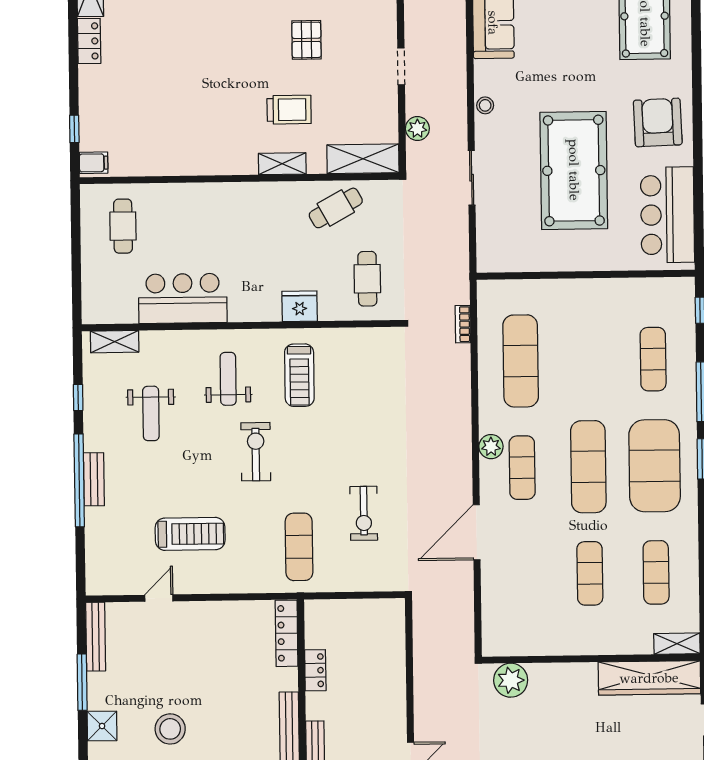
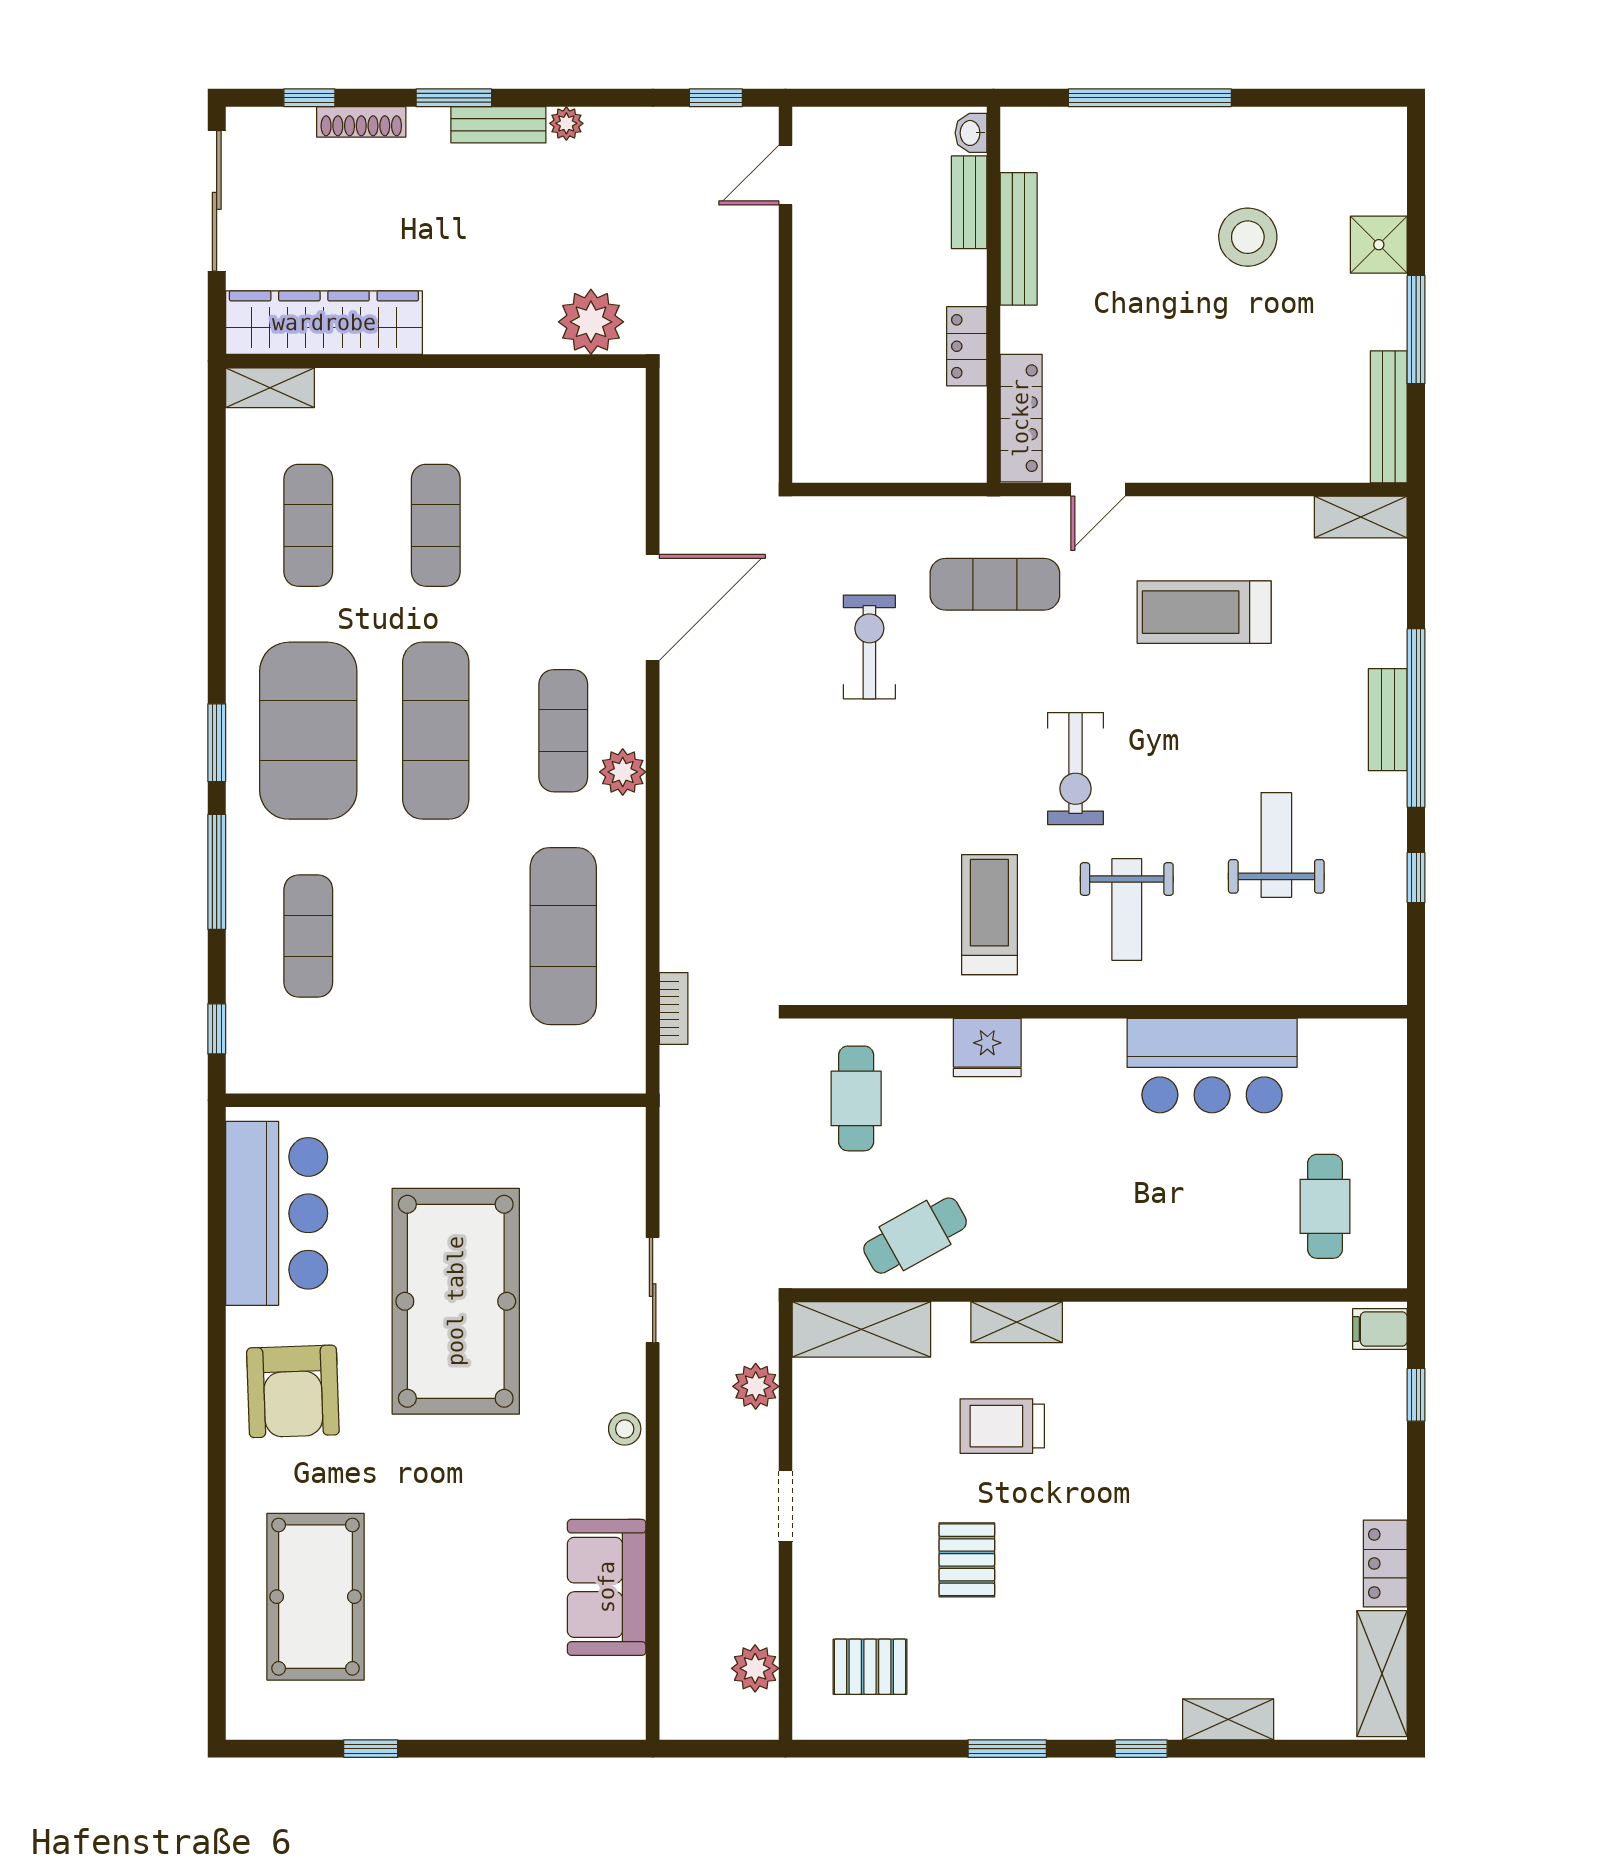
shelving: (115, 342) -> (1361, 517), moved
exercise mat: (299, 547) -> (995, 584), turned 90
door: (159, 598) -> (1098, 489), moved

